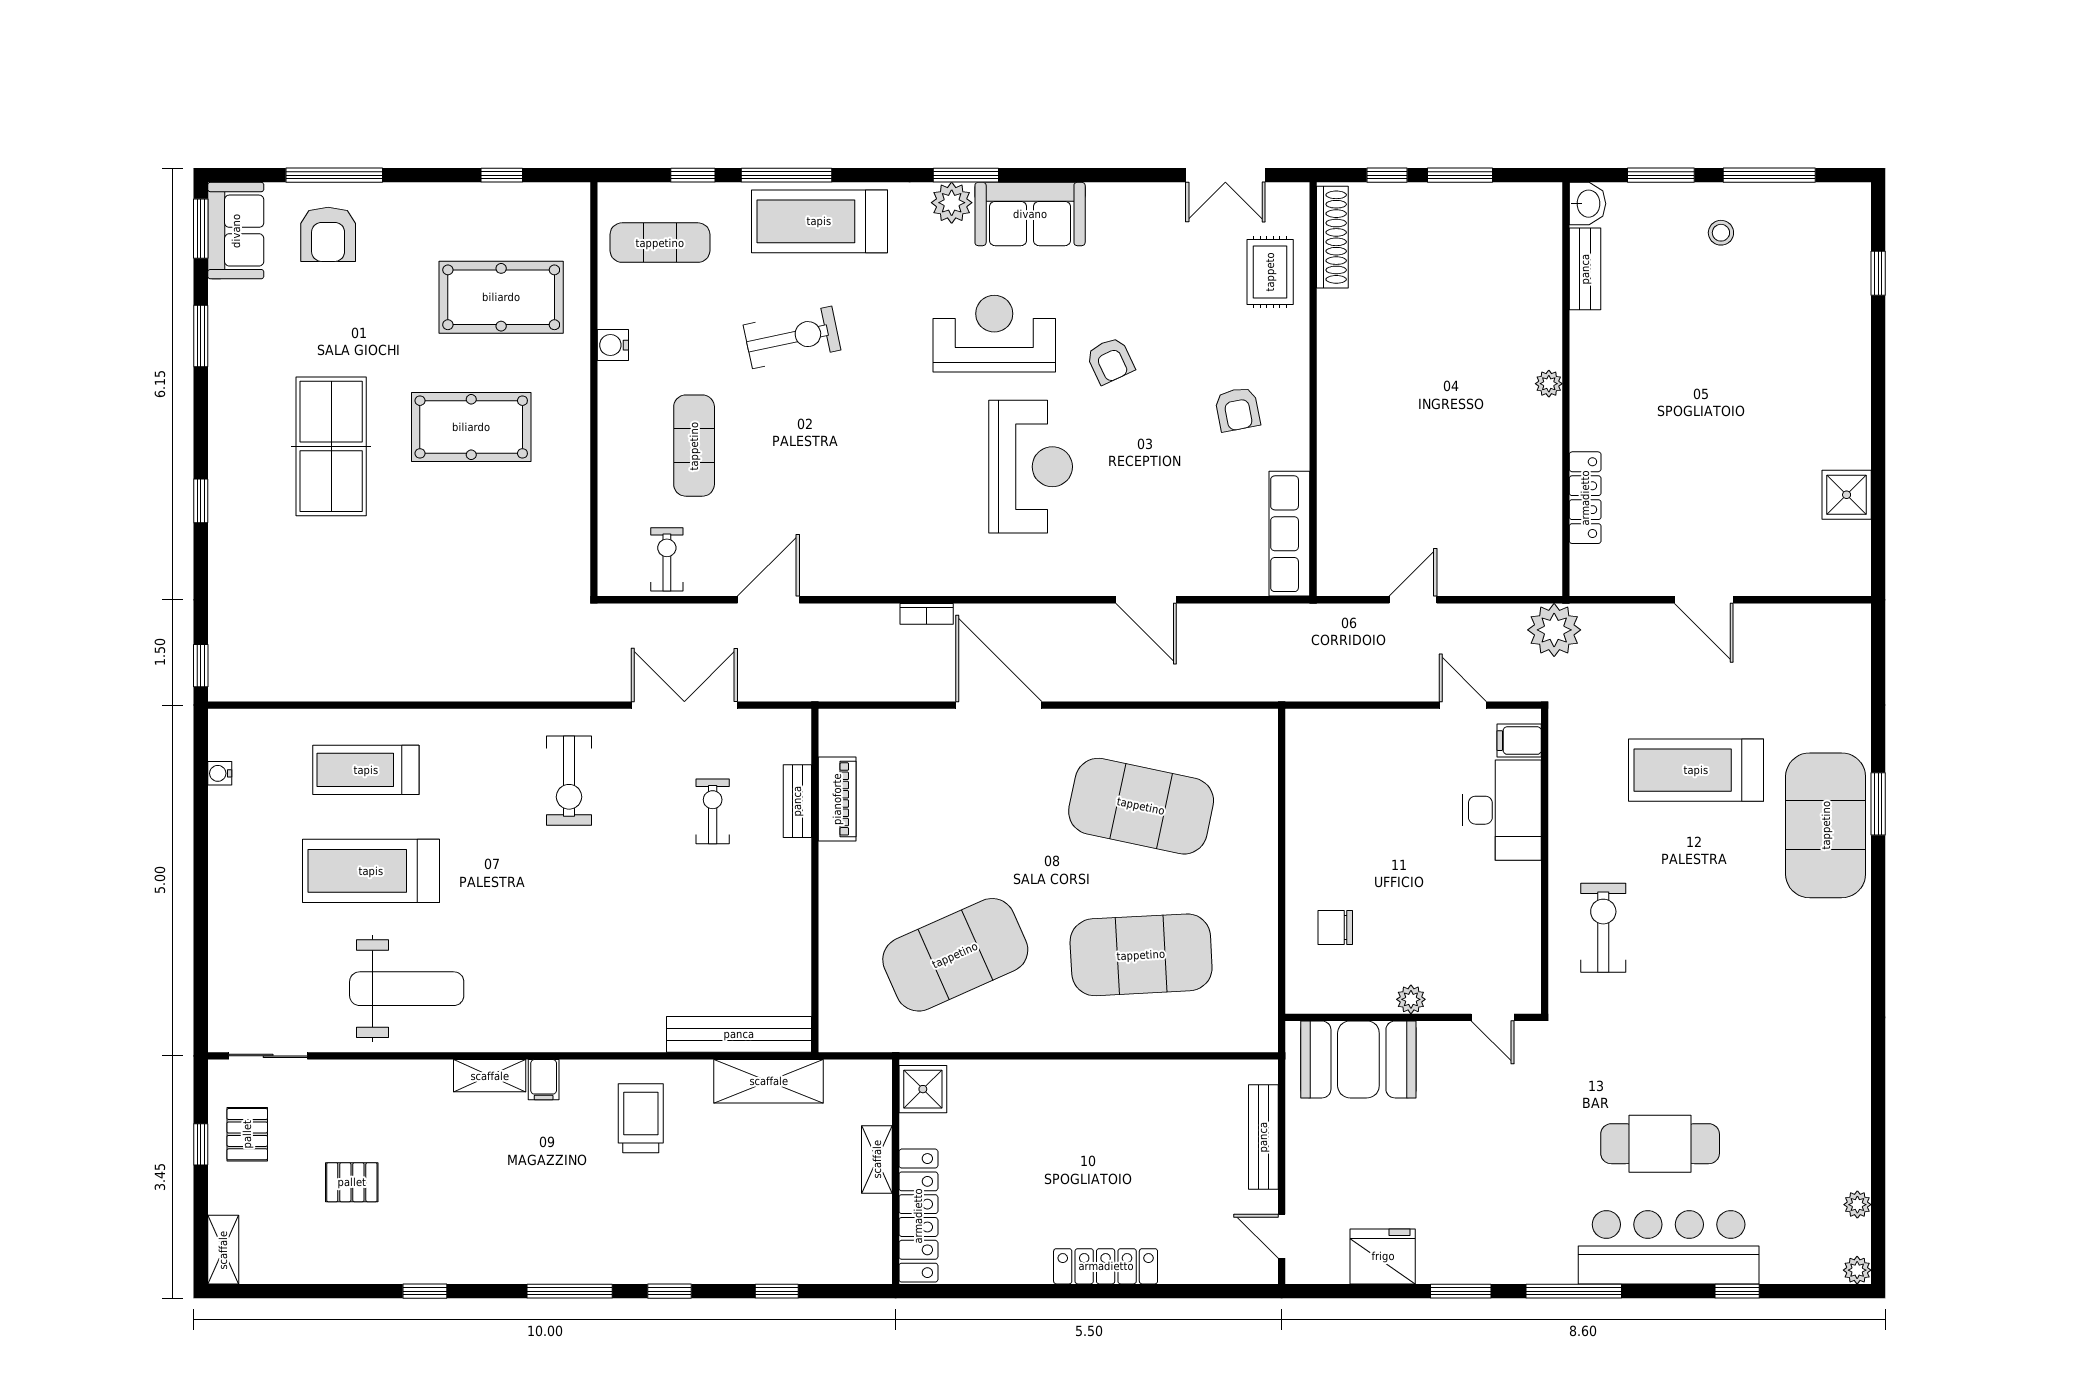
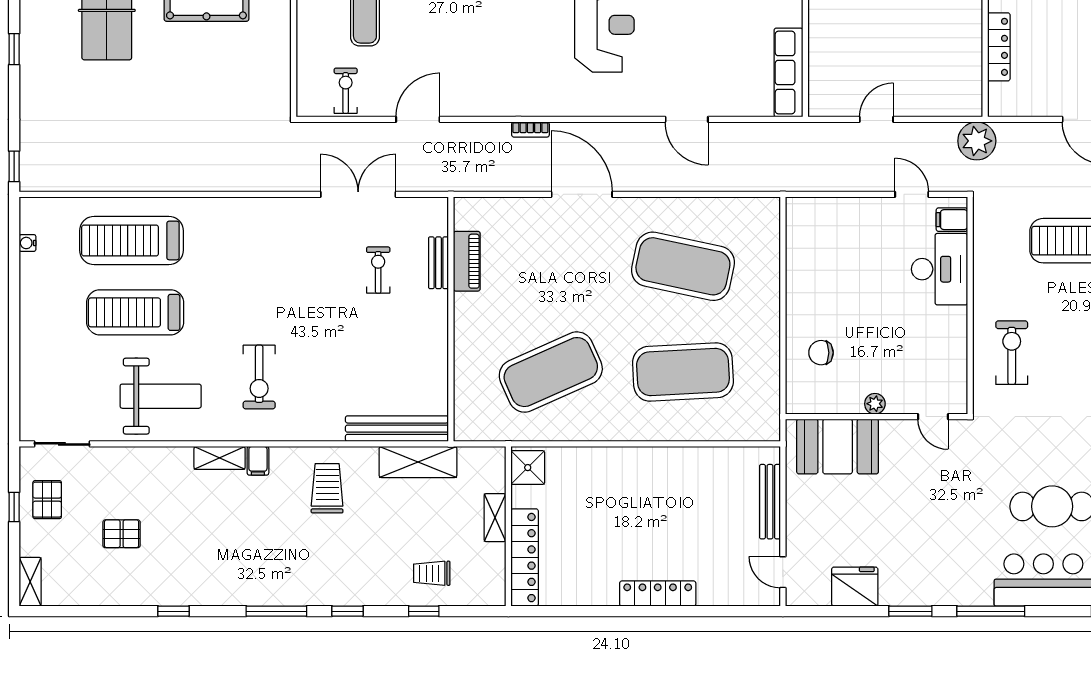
treadmill: (366, 770) -> (131, 240), width x1.37, depth x1.38
exercise bike: (569, 781) -> (259, 377), moved
trolley: (788, 1238) -> (432, 573), added

